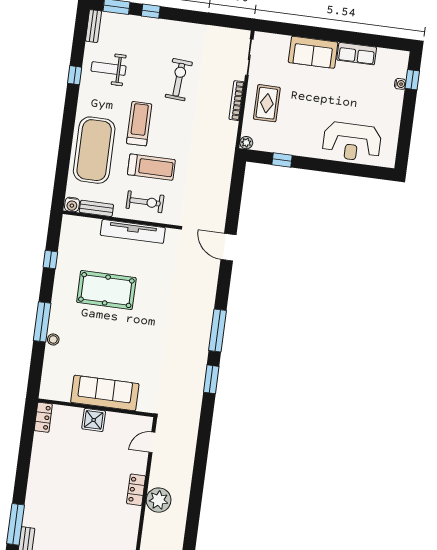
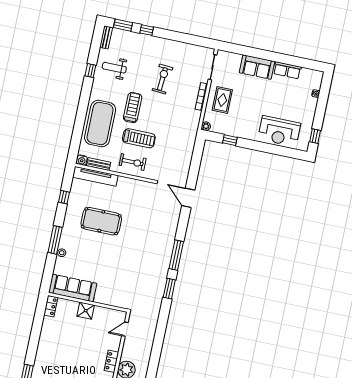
window: (412, 80) -> (315, 136), moved
tv unit: (133, 231) -> (95, 176), moved
sofa: (105, 393) -> (73, 288), moved

